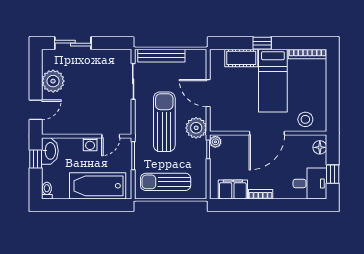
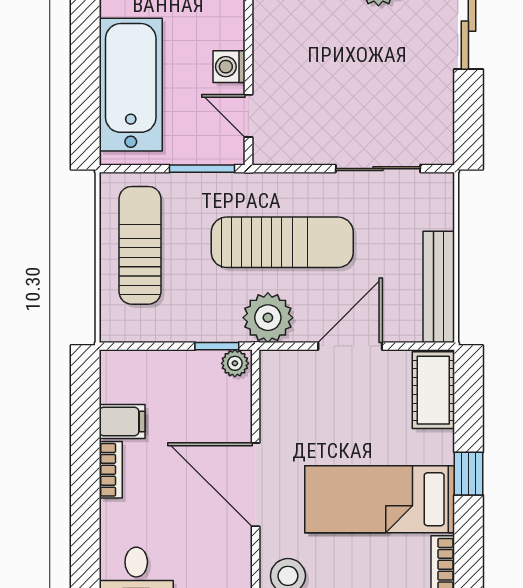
bench: (161, 56) -> (439, 287), moved
cot: (241, 58) -> (433, 390), moved
filing cabinet: (233, 189) -> (122, 422), width x0.50

